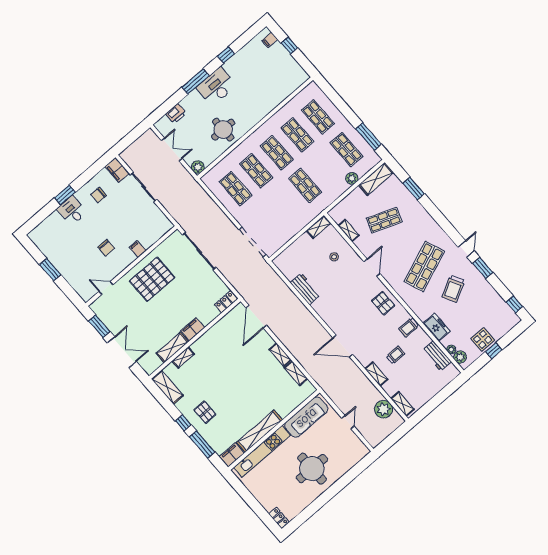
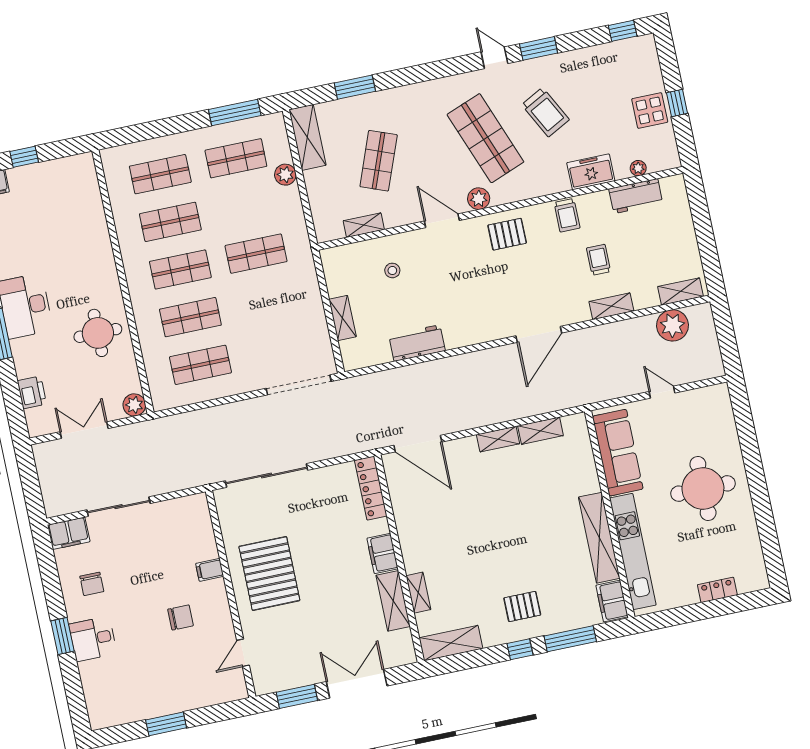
shelving: (319, 227) -> (343, 318), moved
locker: (226, 302) -> (371, 488), width x1.53
plant: (460, 357) -> (479, 199), moved
locker: (279, 518) -> (717, 590), moved

